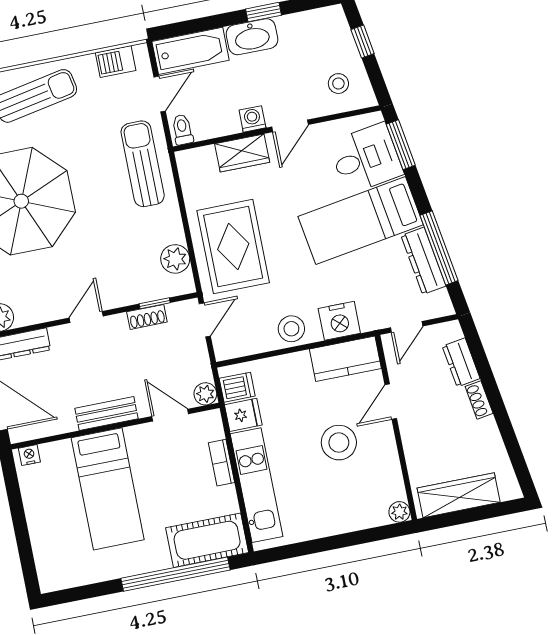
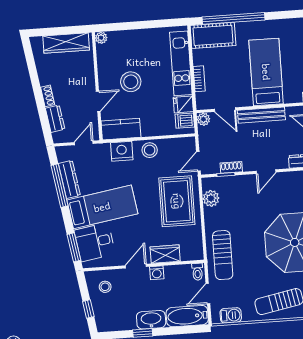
bench: (106, 413) -> (261, 115), width x1.36

